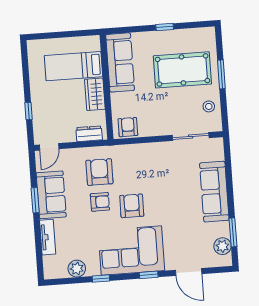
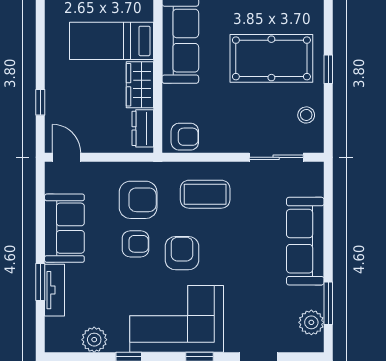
window: (221, 74) -> (328, 69), width x0.67
armchair: (128, 127) -> (185, 137), turned 90
dresser: (89, 134) -> (143, 128), moved, turned -90
door: (49, 147) -> (67, 157), swing flipped
coffee table: (144, 165) -> (205, 194), added
armchair: (99, 172) -> (138, 200), turned 90
window: (35, 200) -> (40, 282), moved

